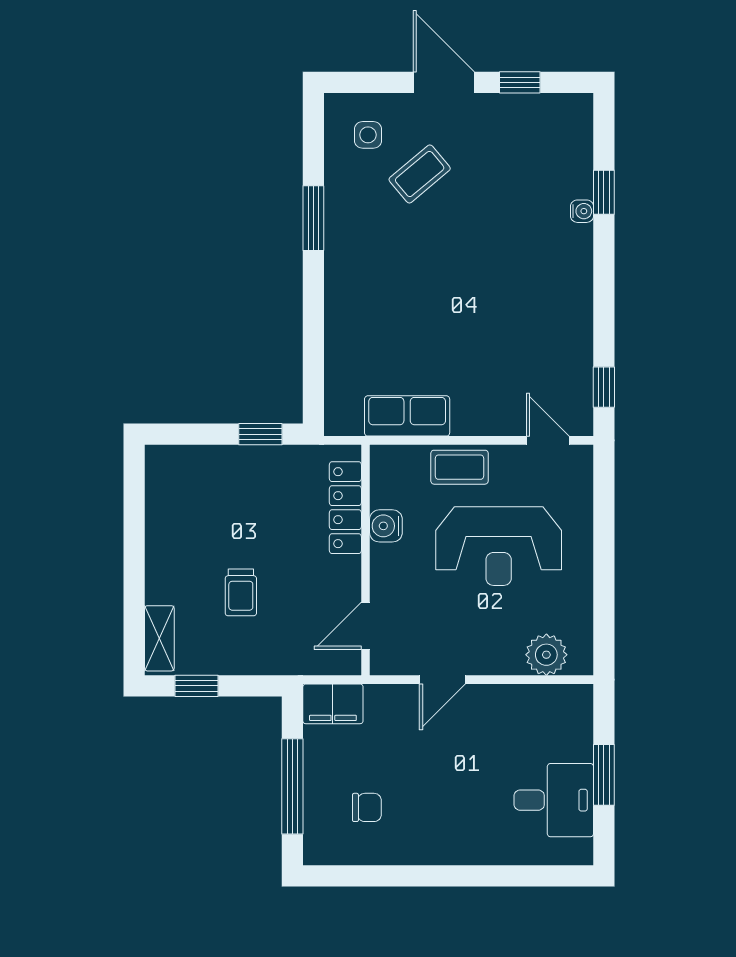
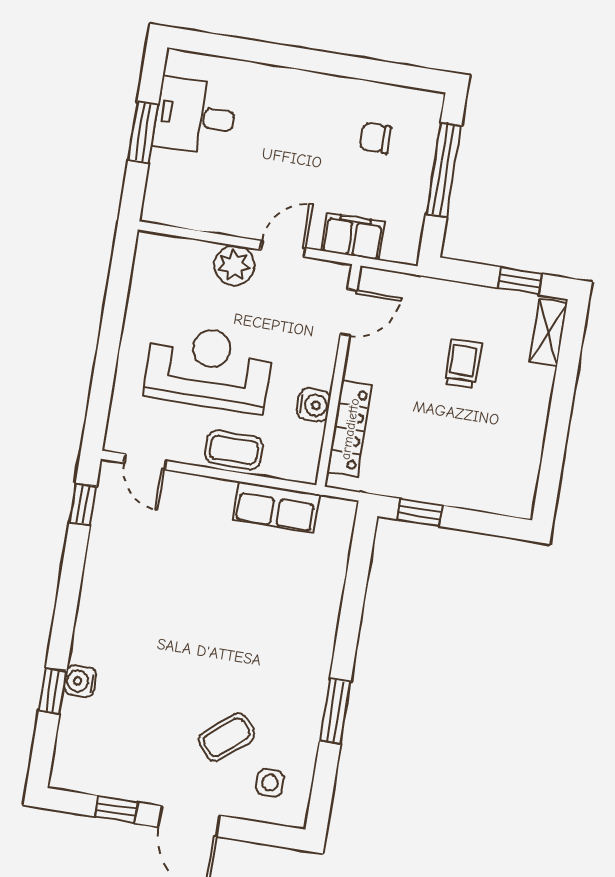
water cooler: (582, 211) -> (80, 681), width x1.38, depth x1.38
plant: (546, 655) -> (234, 265), moved
filing cabinet: (333, 704) -> (353, 236), moved

